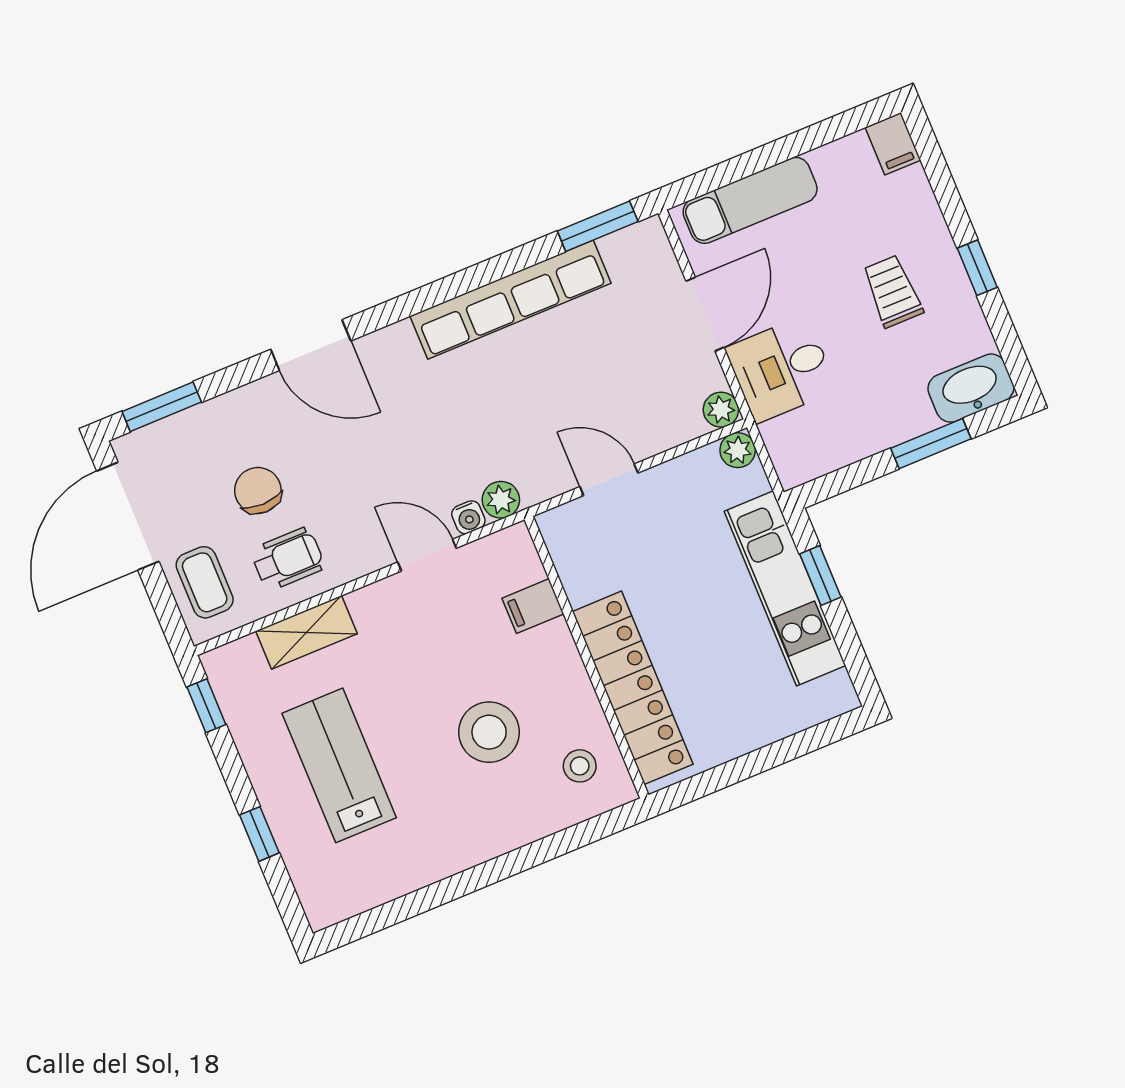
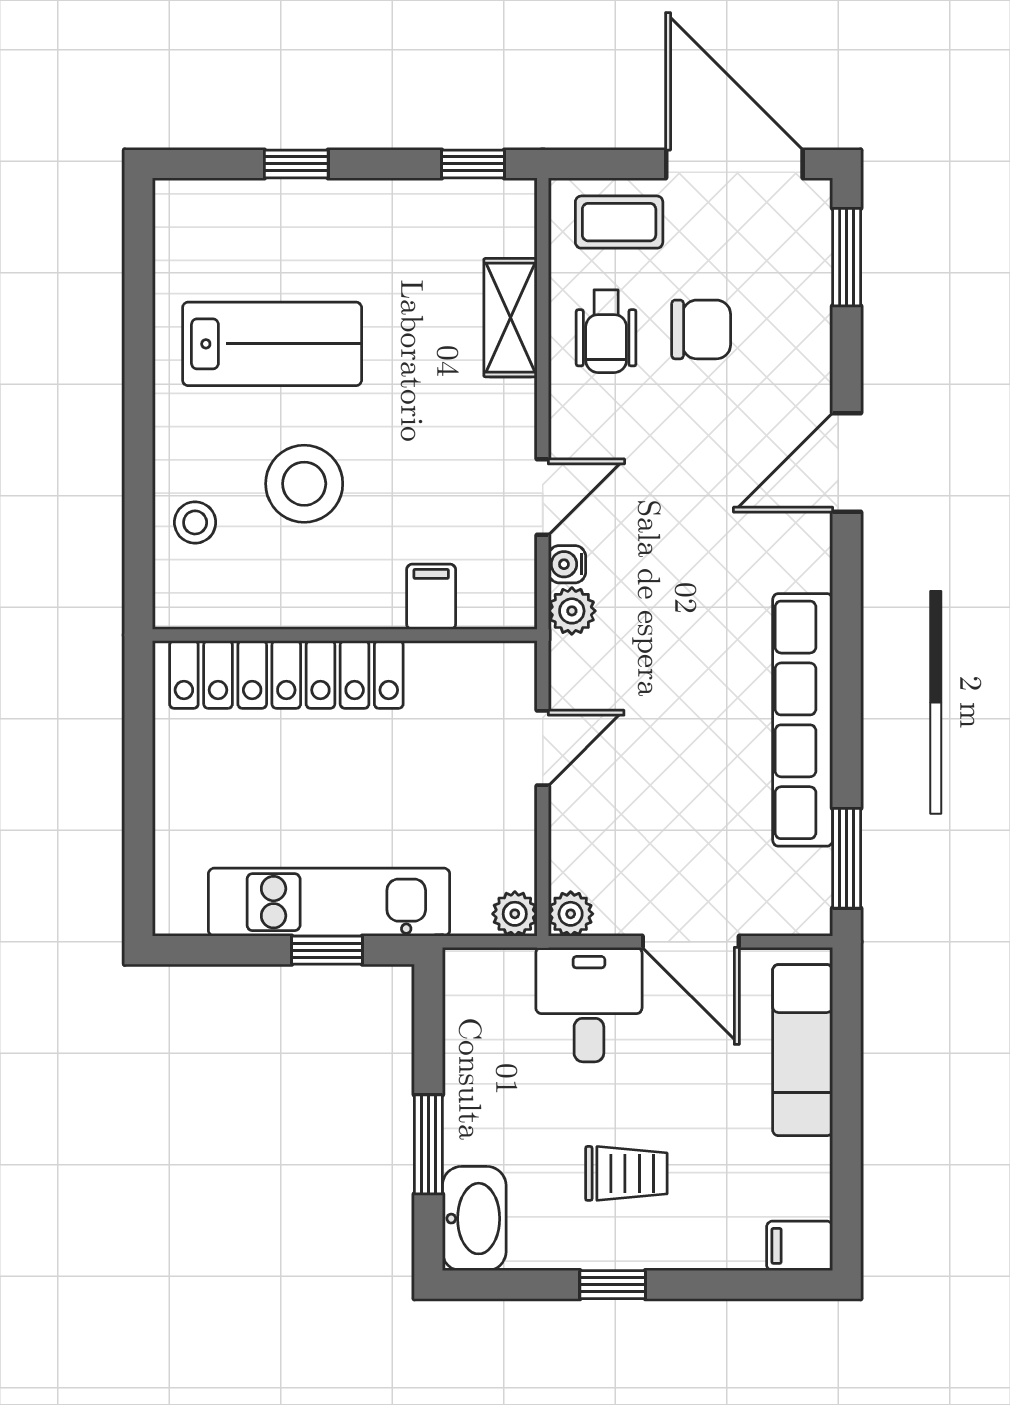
lab bench: (339, 765) -> (272, 344), moved
stool: (580, 766) -> (195, 522), moved

